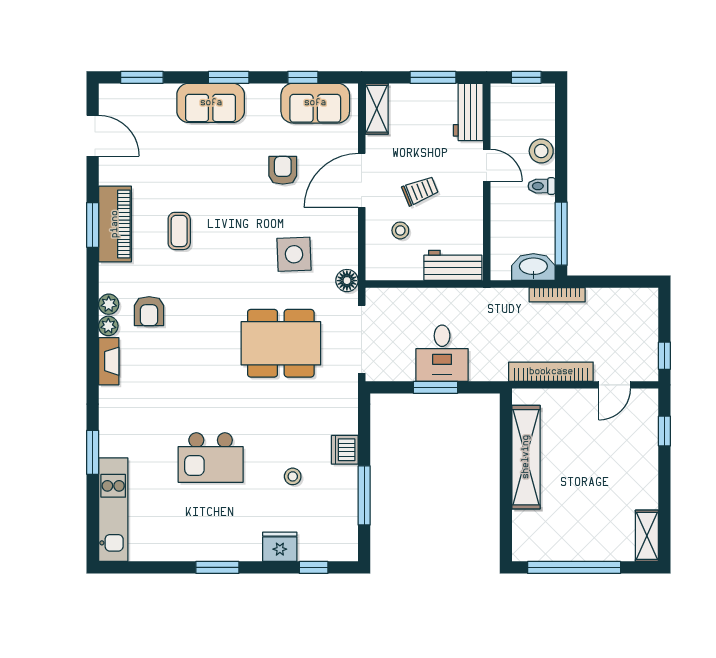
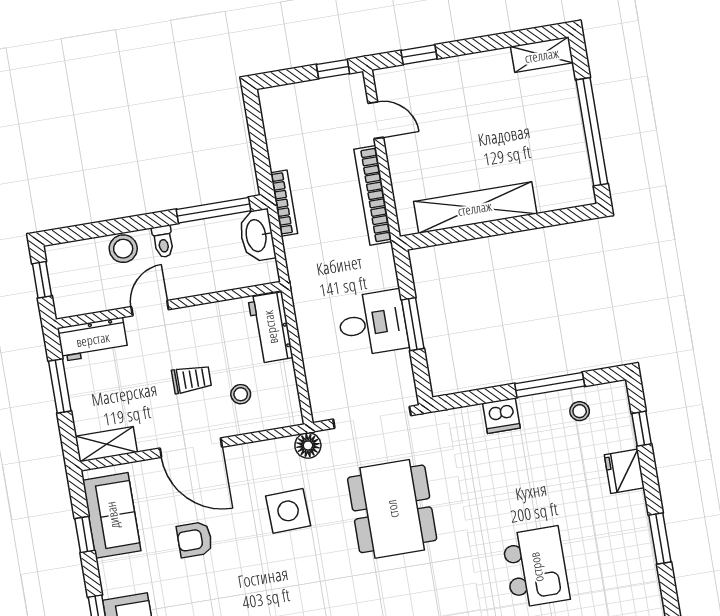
trolley: (420, 191) -> (191, 379), turned 112
stool: (293, 476) -> (580, 411), moved

